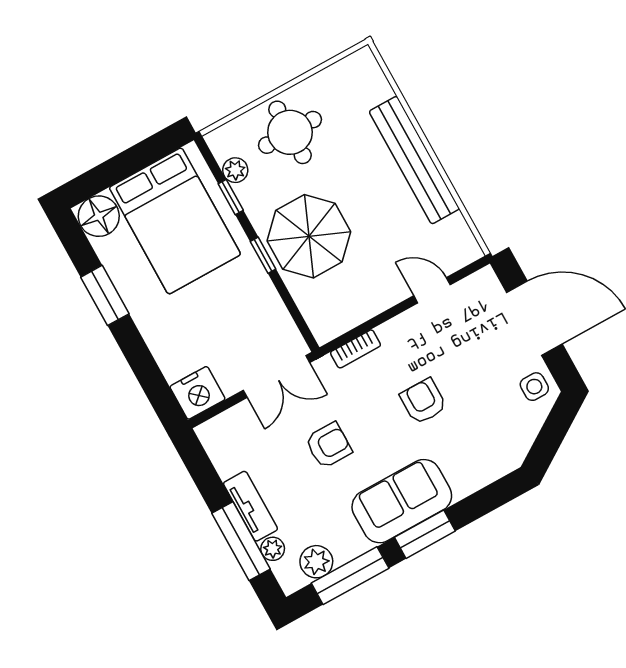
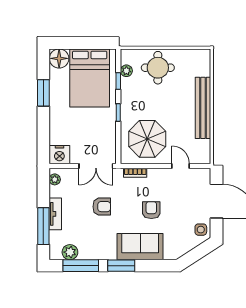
parasol: (309, 236) -> (147, 139), moved
sofa: (402, 501) -> (140, 247), moved
plant: (273, 549) -> (55, 179), moved

